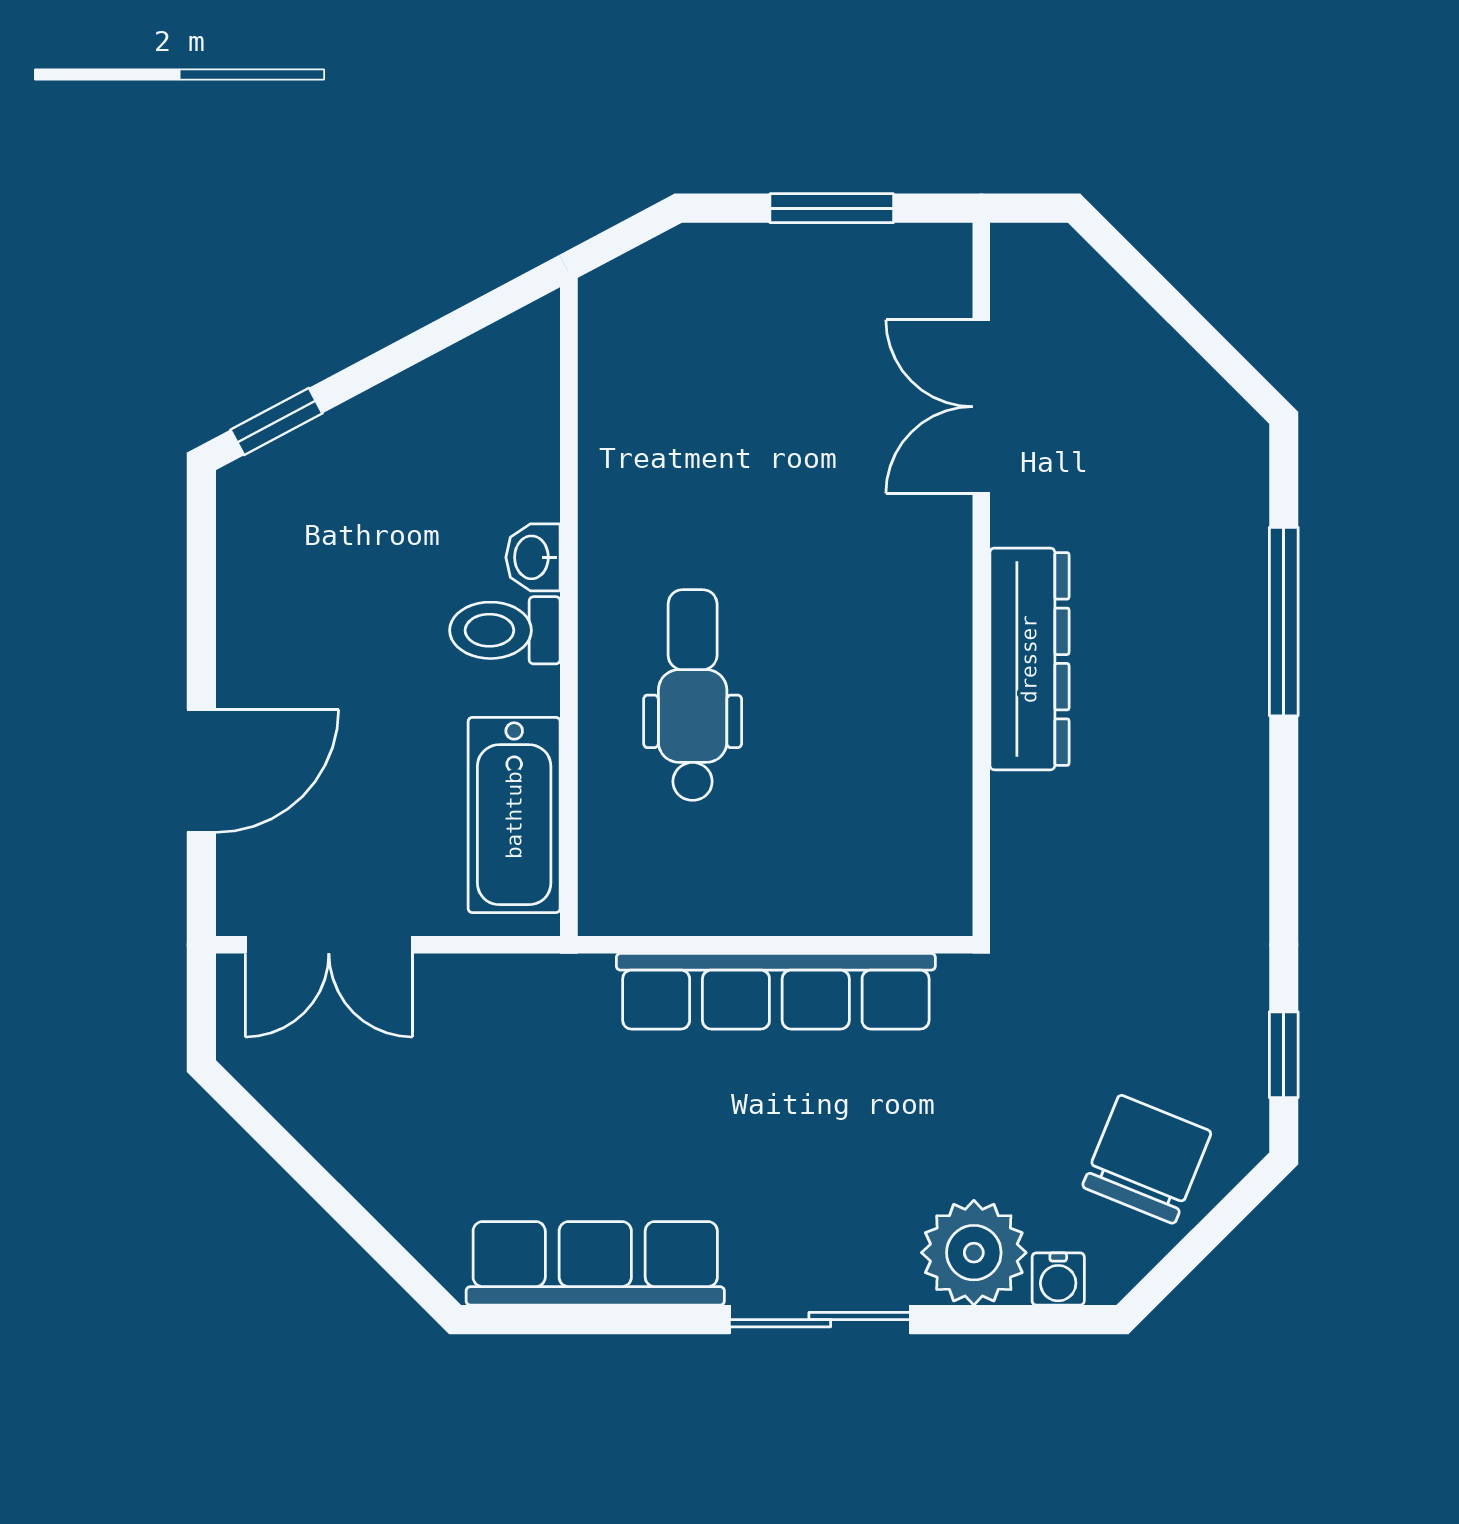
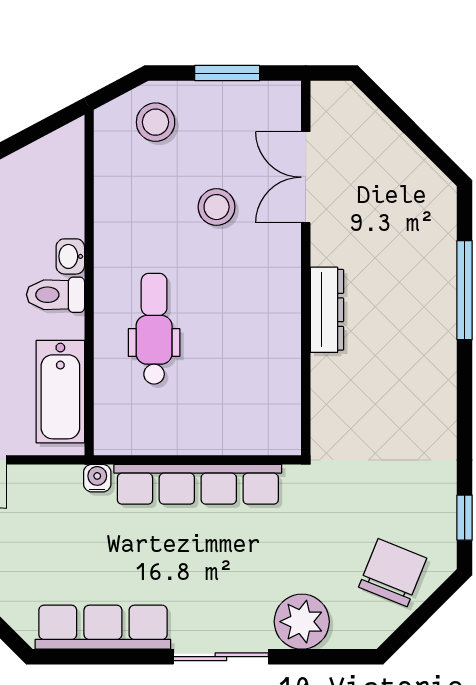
stool: (695, 302) -> (156, 122), added
stool: (812, 463) -> (217, 207), added
dresser: (1029, 659) -> (327, 310), width x0.73, depth x0.80
water cooler: (1058, 1279) -> (97, 478), moved, turned 180

